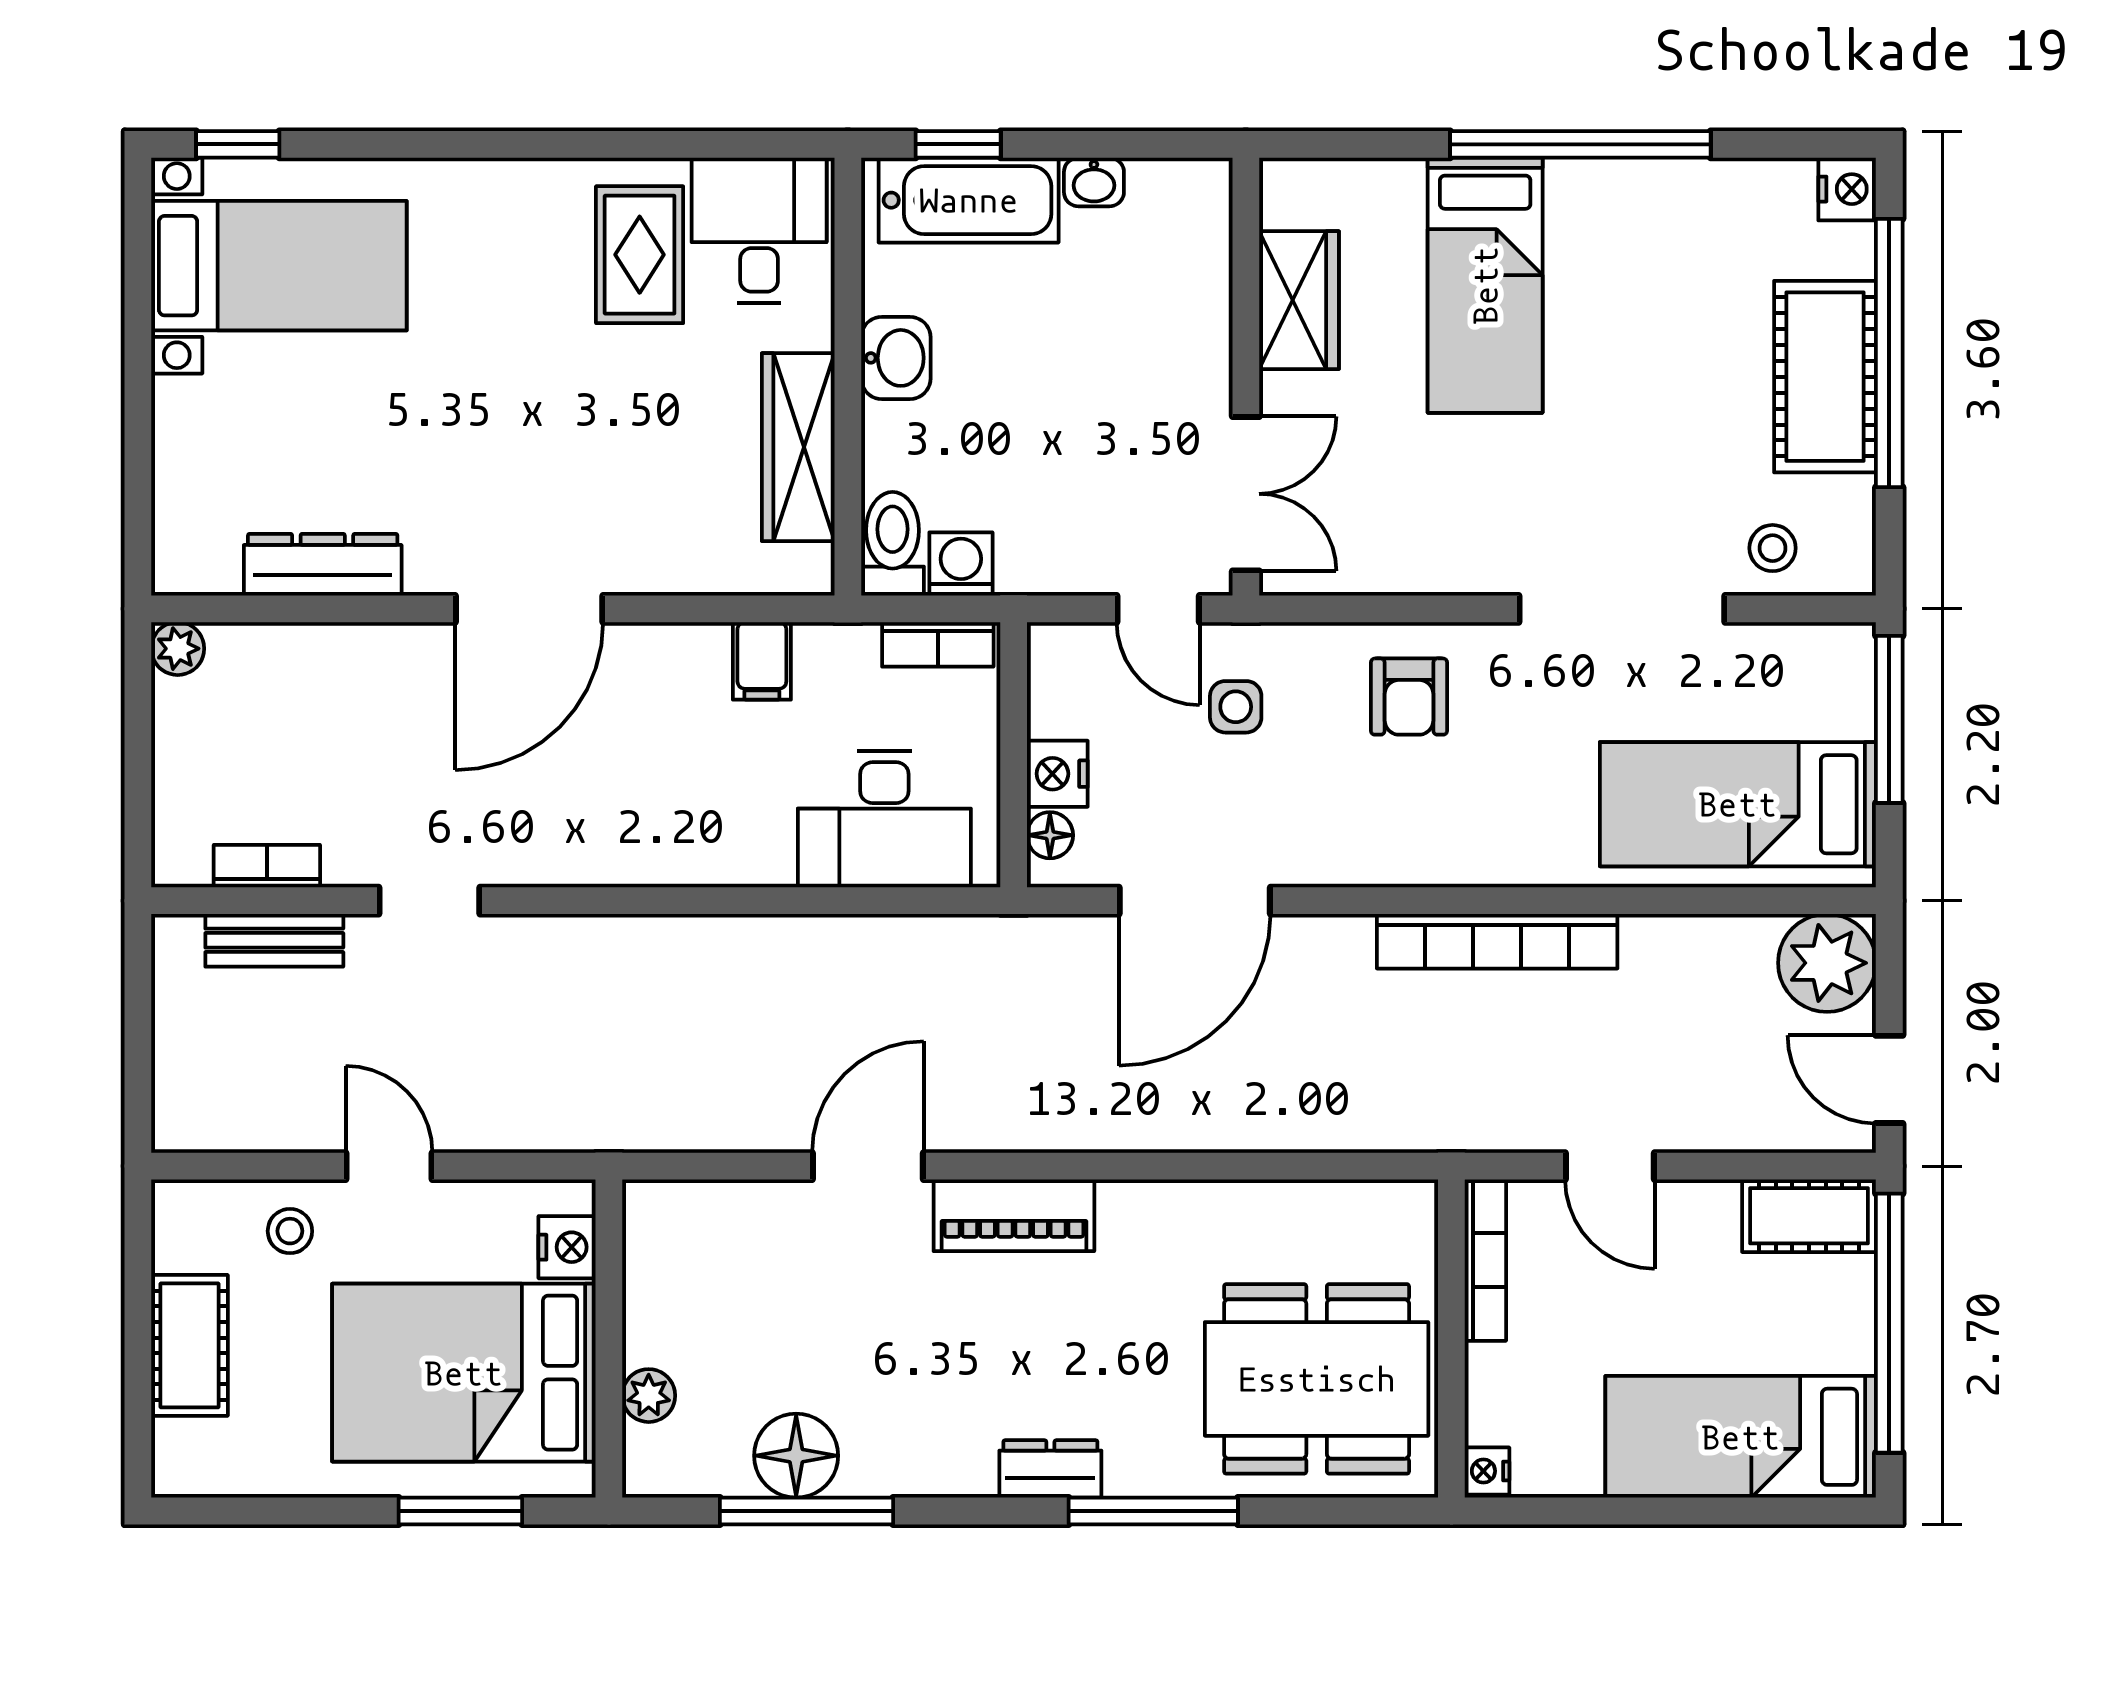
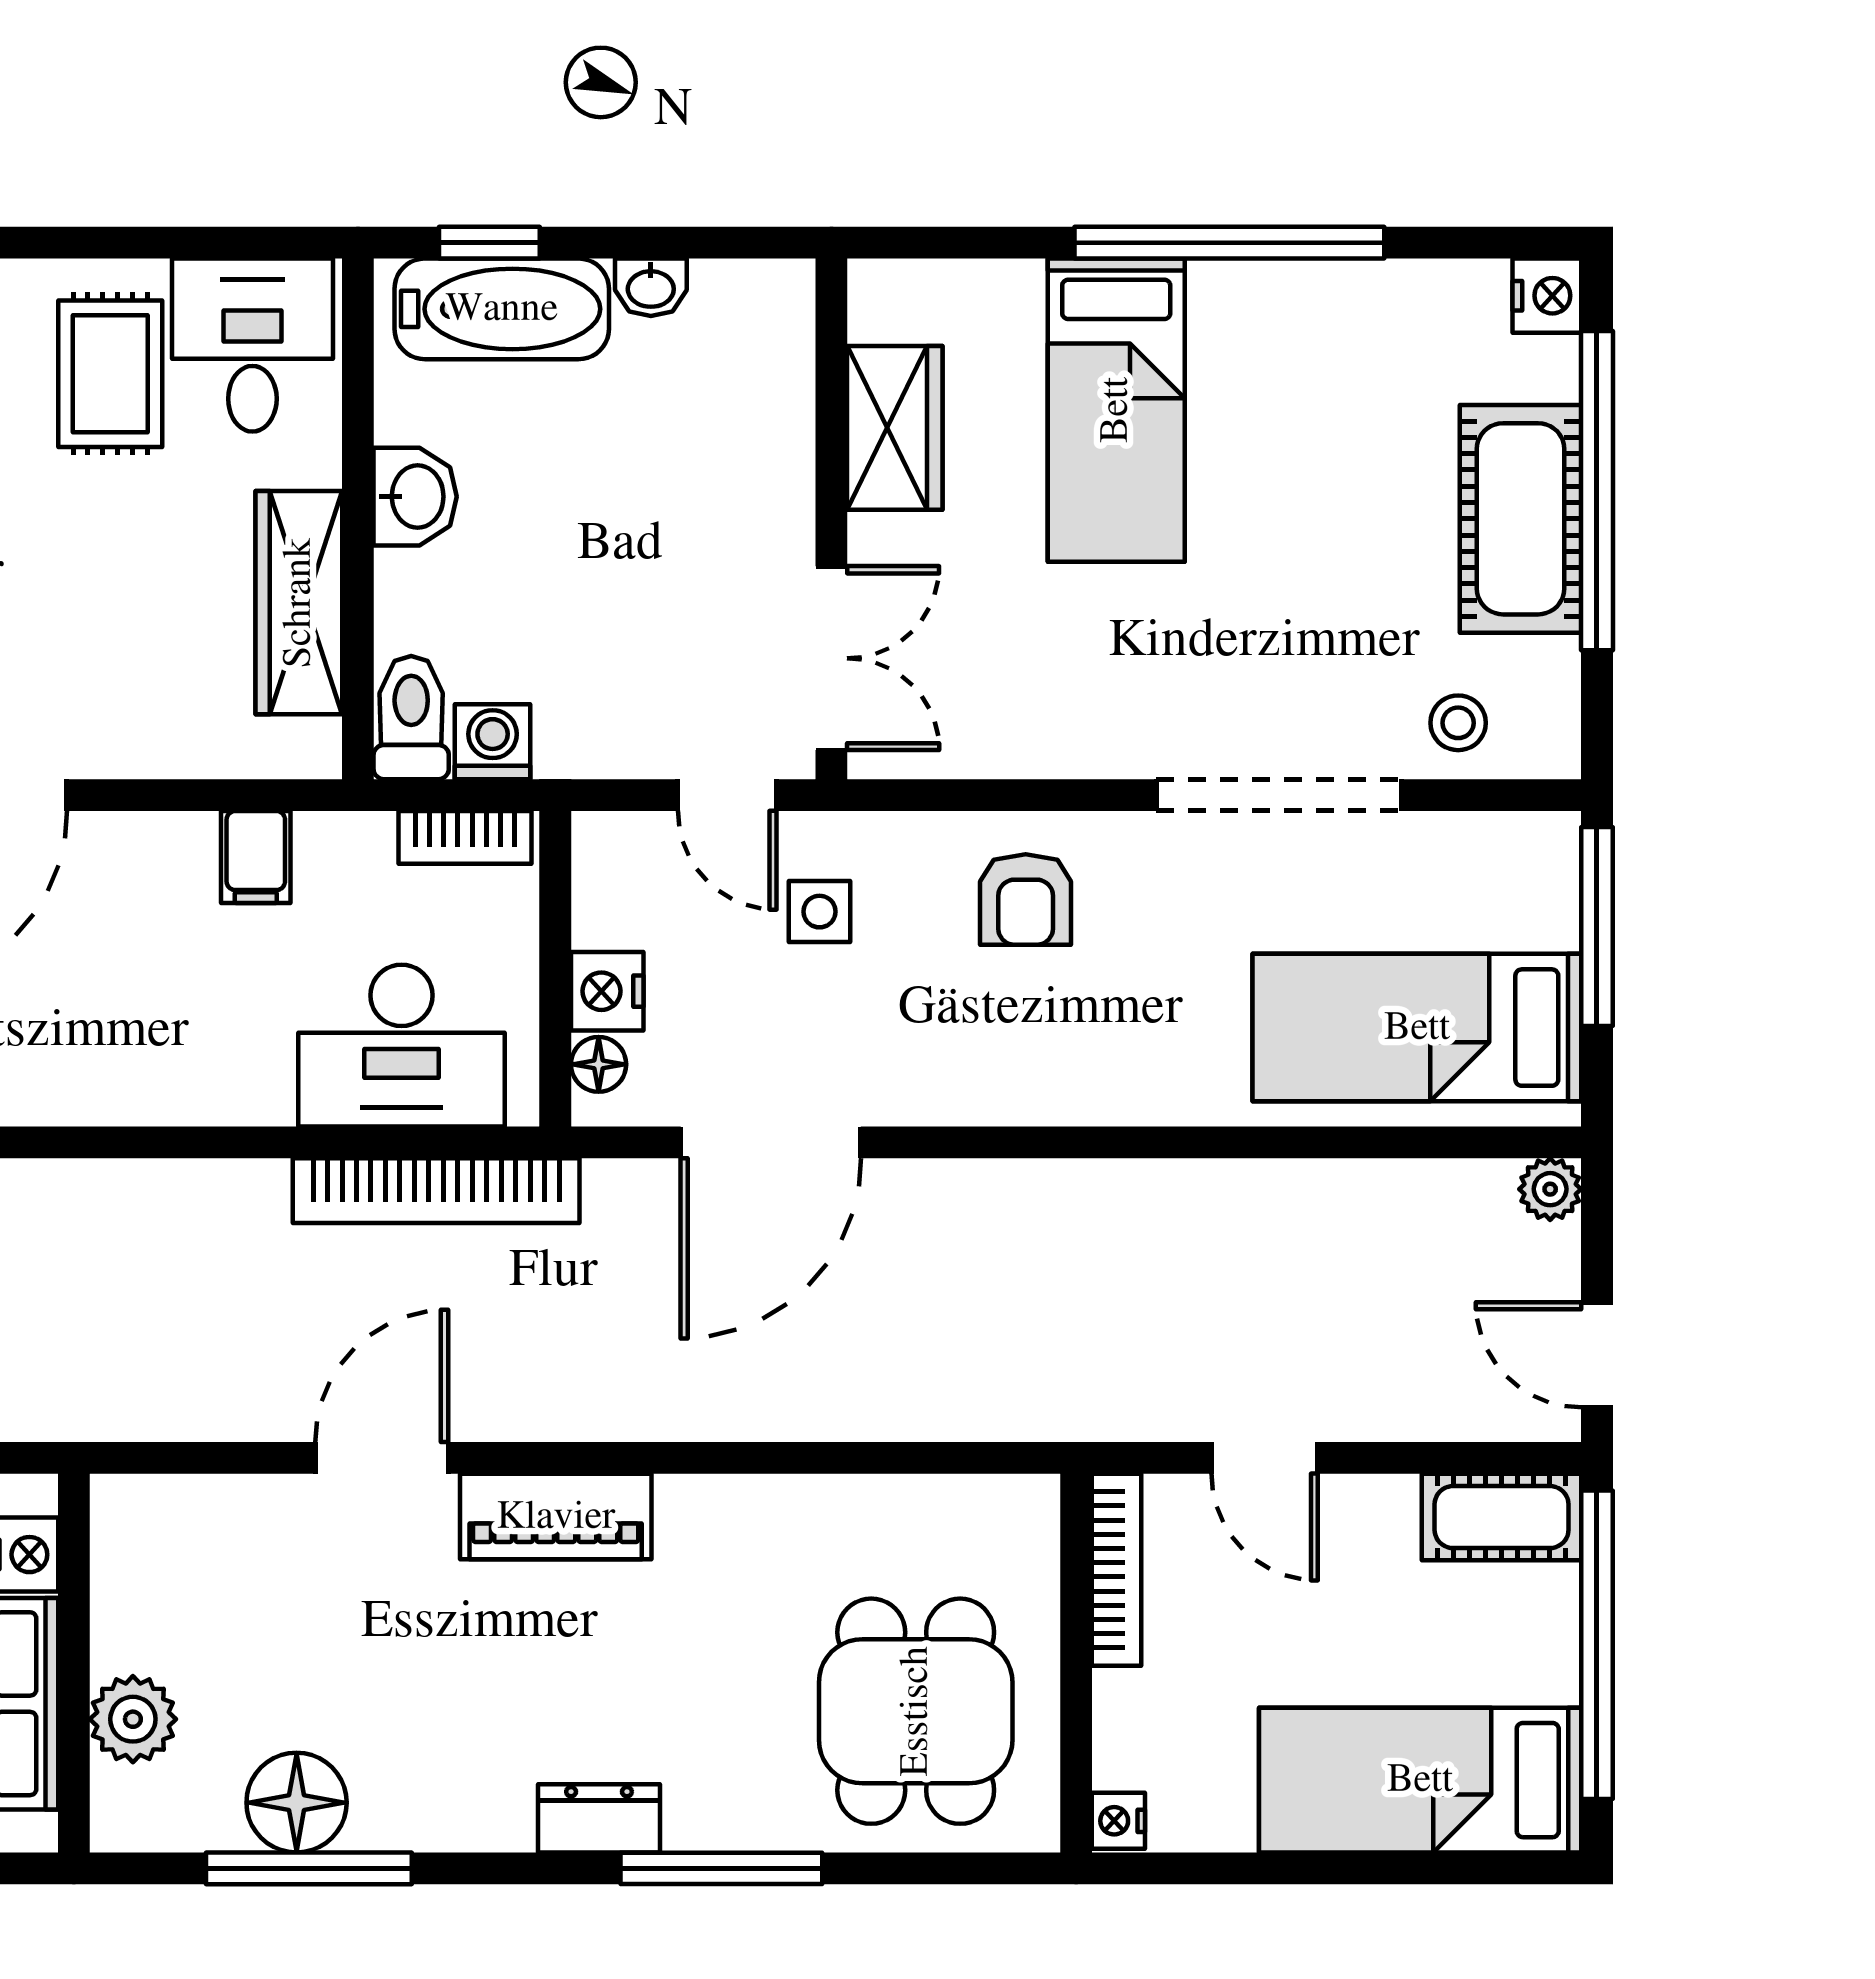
bookcase: (1497, 941) -> (436, 1191), moved
plant: (1827, 963) -> (1550, 1189), width x0.53, depth x0.53
dining table: (1317, 1379) -> (916, 1711), width x0.73
plant: (649, 1396) -> (133, 1719), width x1.38, depth x1.38

